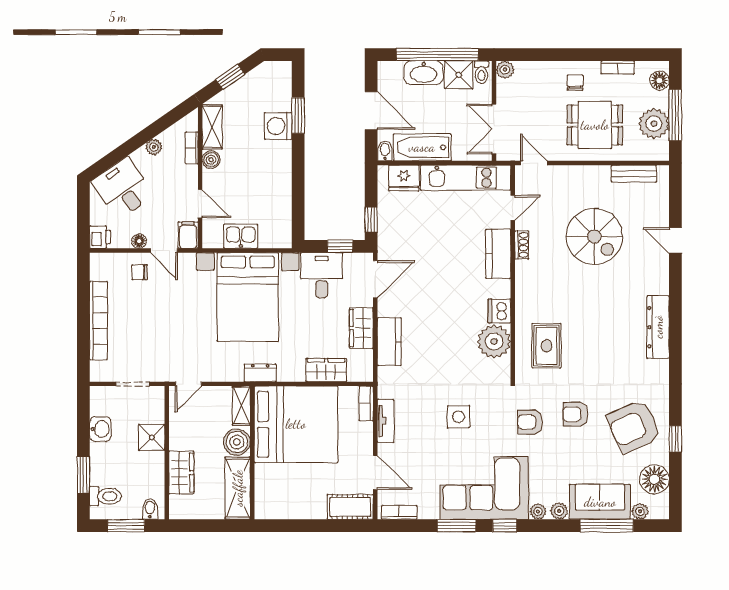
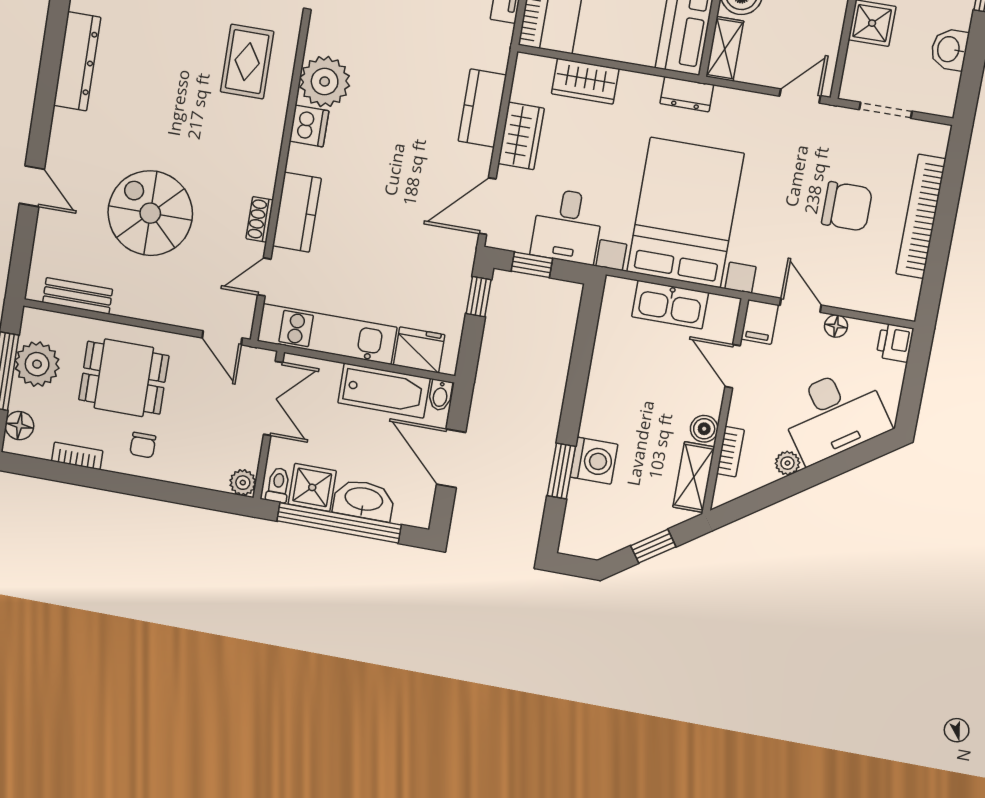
desk: (123, 188) -> (834, 415), width x1.37
kitchen sink: (241, 236) -> (670, 305), width x1.38
chair: (139, 272) -> (847, 206), moved, width x1.87, depth x1.87

